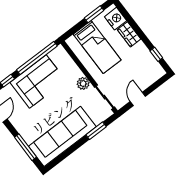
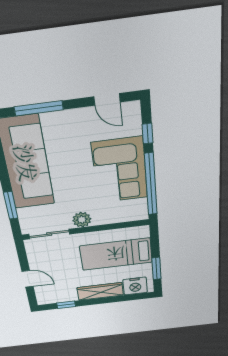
wardrobe: (129, 34) -> (100, 291), width x1.50
door: (138, 99) -> (28, 279), moved

